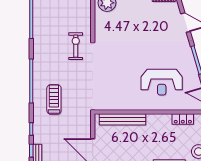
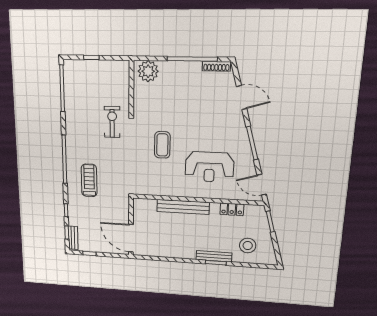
coffee table: (120, 64) -> (162, 145), added
bench: (122, 119) -> (183, 207), moved

